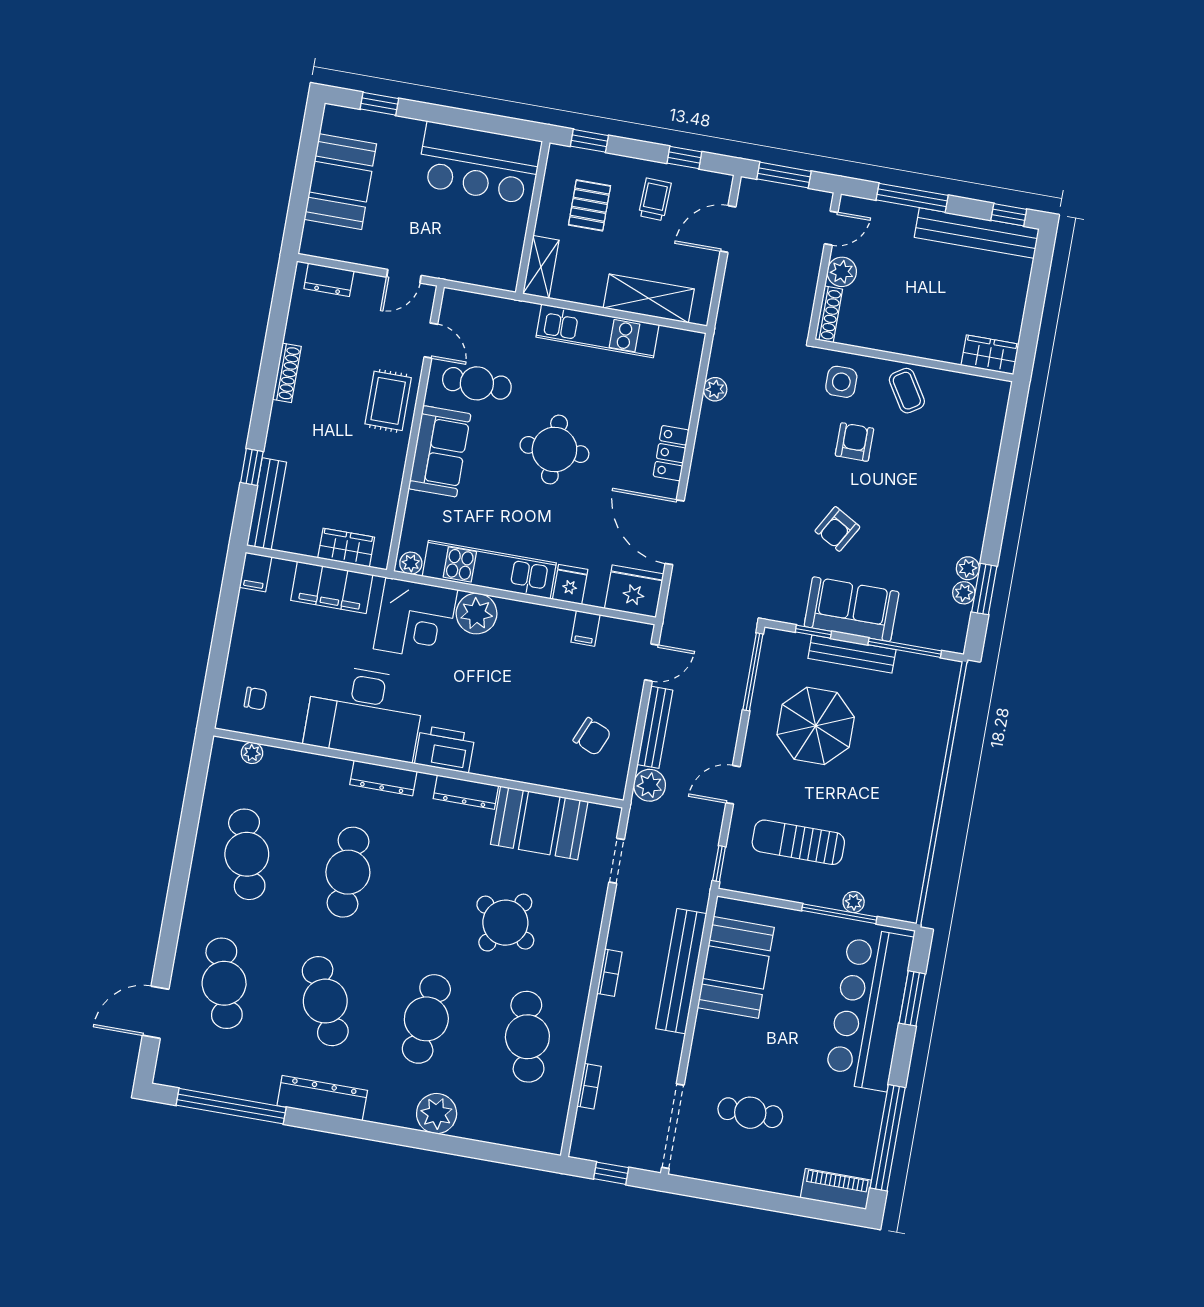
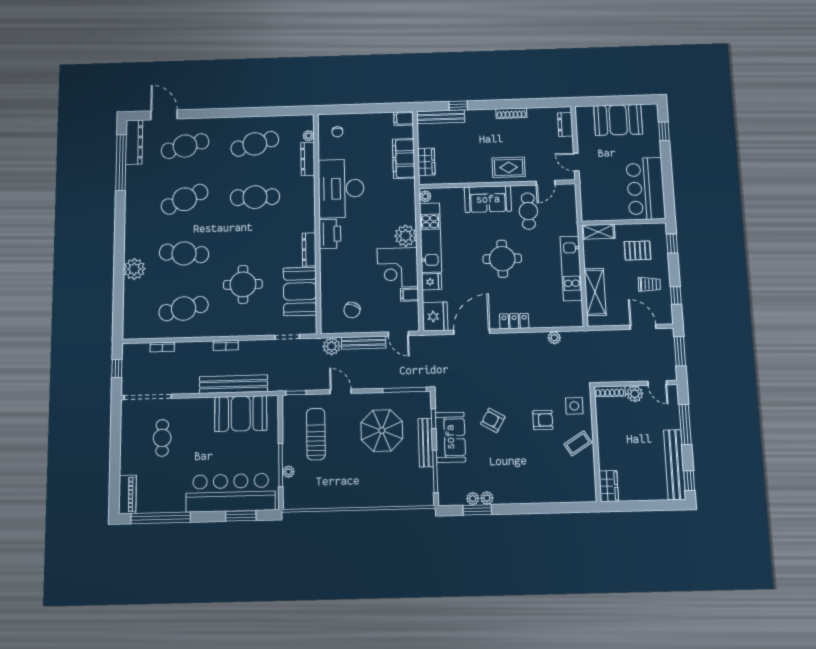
corner desk: (415, 619) -> (398, 268), moved
dresser: (383, 778) -> (308, 159), moved
round table: (505, 923) -> (243, 284), turned -32
dresser: (322, 1098) -> (134, 142), moved

